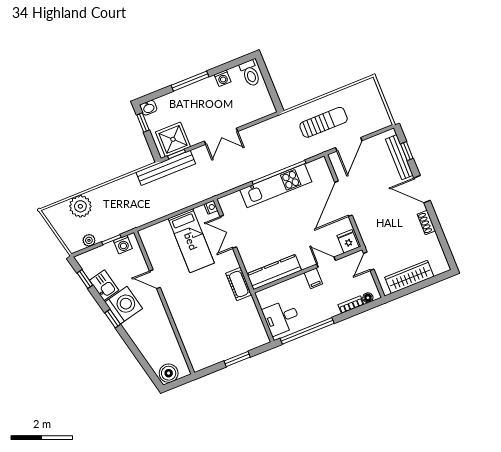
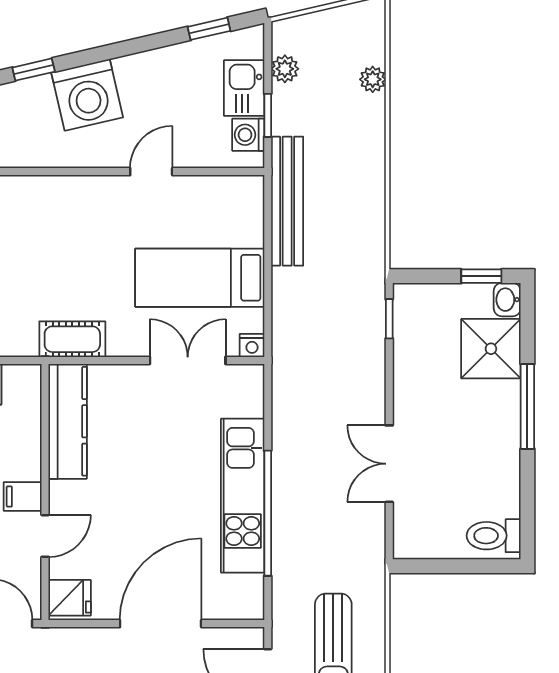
washing machine: (223, 78) -> (506, 475), removed
double door: (221, 136) -> (389, 464), moved
shower: (173, 139) -> (491, 349), moved
bench: (166, 168) -> (287, 201), moved
door: (343, 199) -> (161, 624), hinge flipped
plant: (80, 206) -> (373, 79), width x0.53, depth x0.53
kitchen sink: (104, 285) -> (244, 88), moved, turned 103
washing machine: (124, 305) -> (87, 95), moved
window: (113, 319) -> (34, 70), moved

